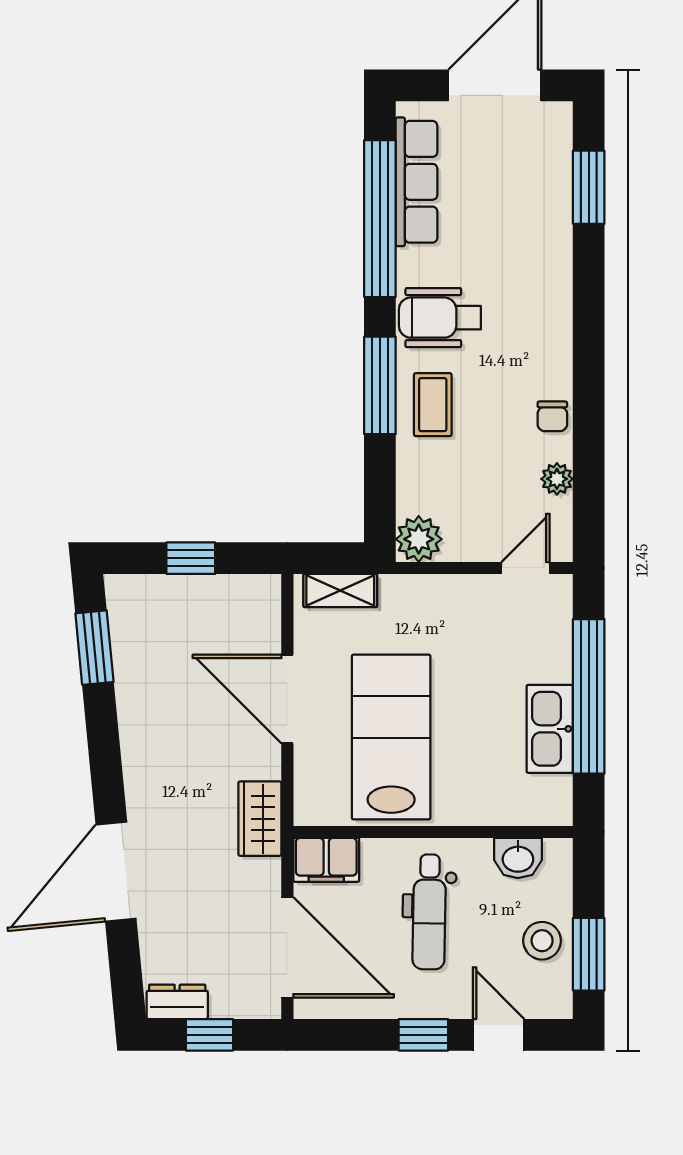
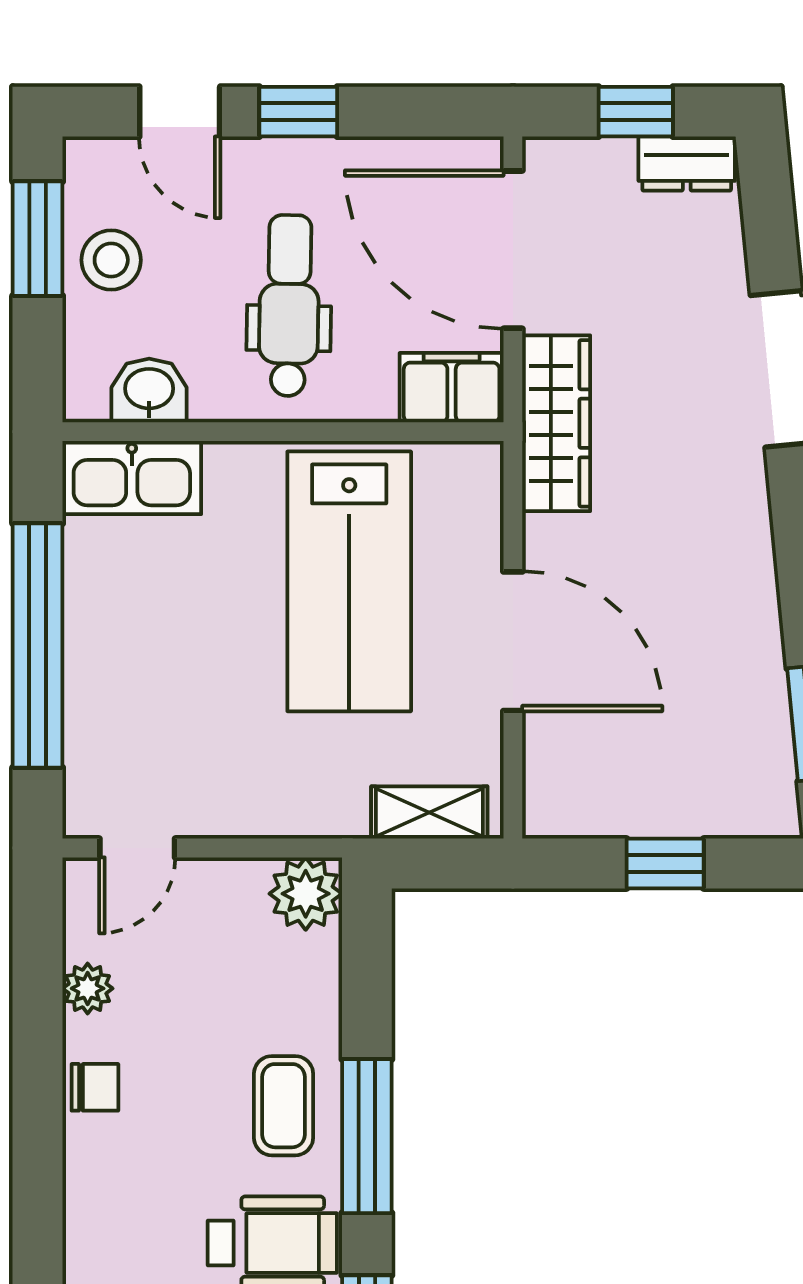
chair: (552, 416) -> (95, 1087), turned 90
kitchen sink: (550, 729) -> (132, 478), moved, turned 90
wardrobe: (260, 819) -> (556, 423), width x1.50

